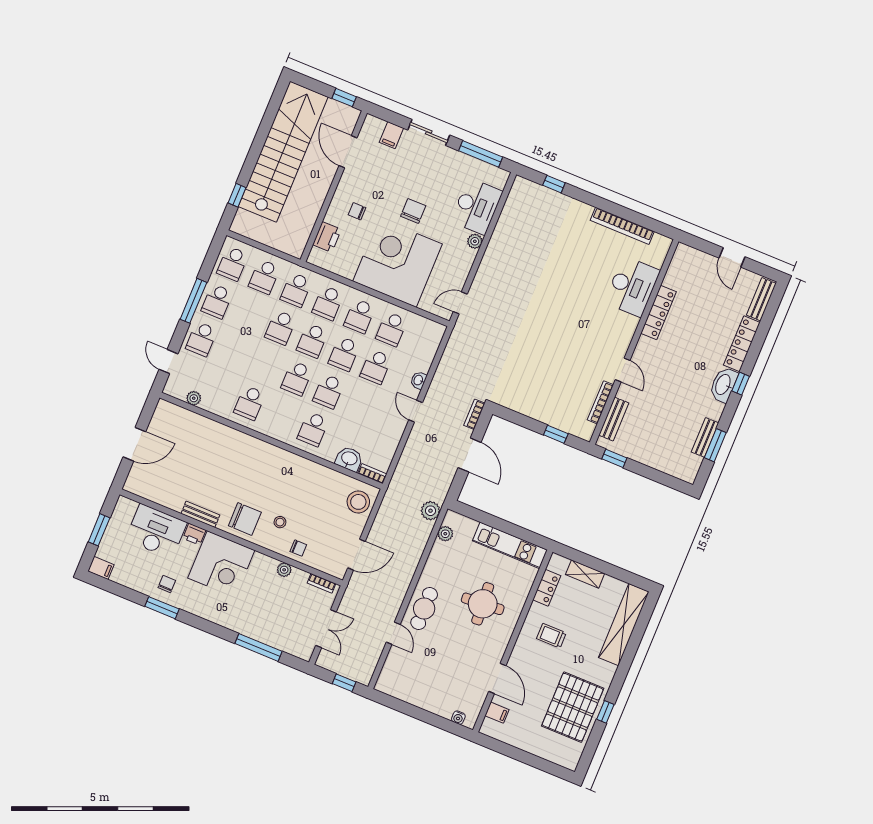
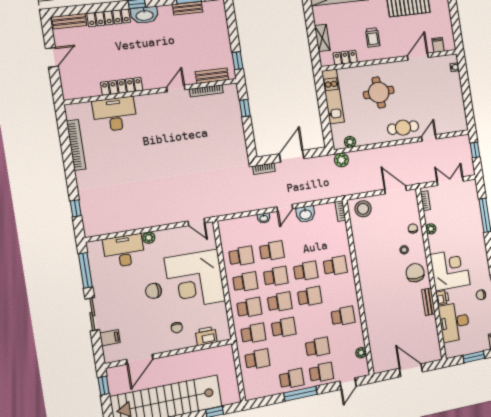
school desk: (233, 264) -> (318, 347), moved
washbasin: (349, 459) -> (306, 214), moved, turned -90

